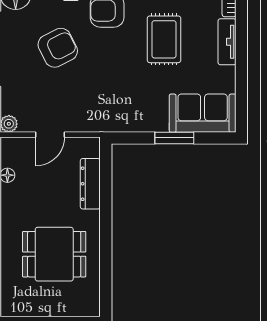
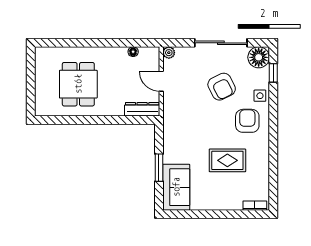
tv unit: (227, 42) -> (226, 204), removed
dresser: (90, 184) -> (142, 109), moved

